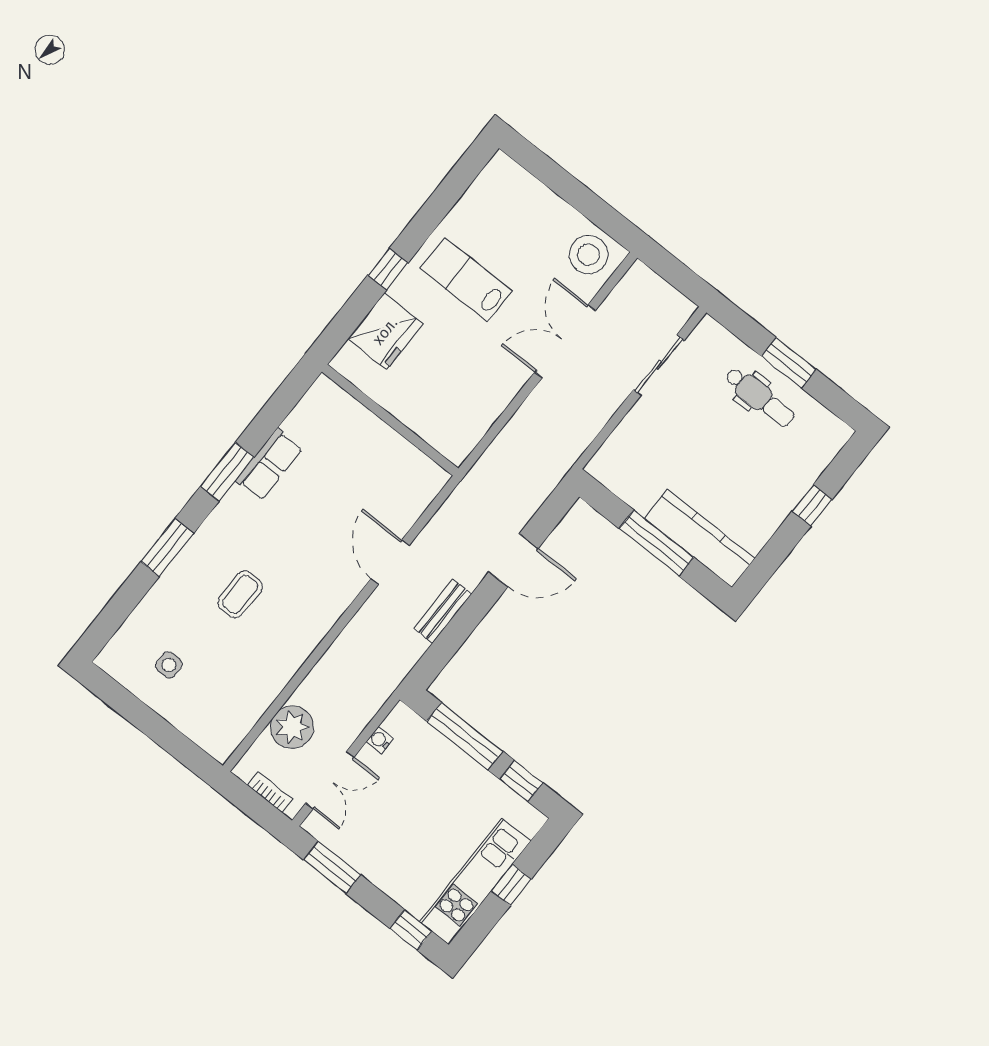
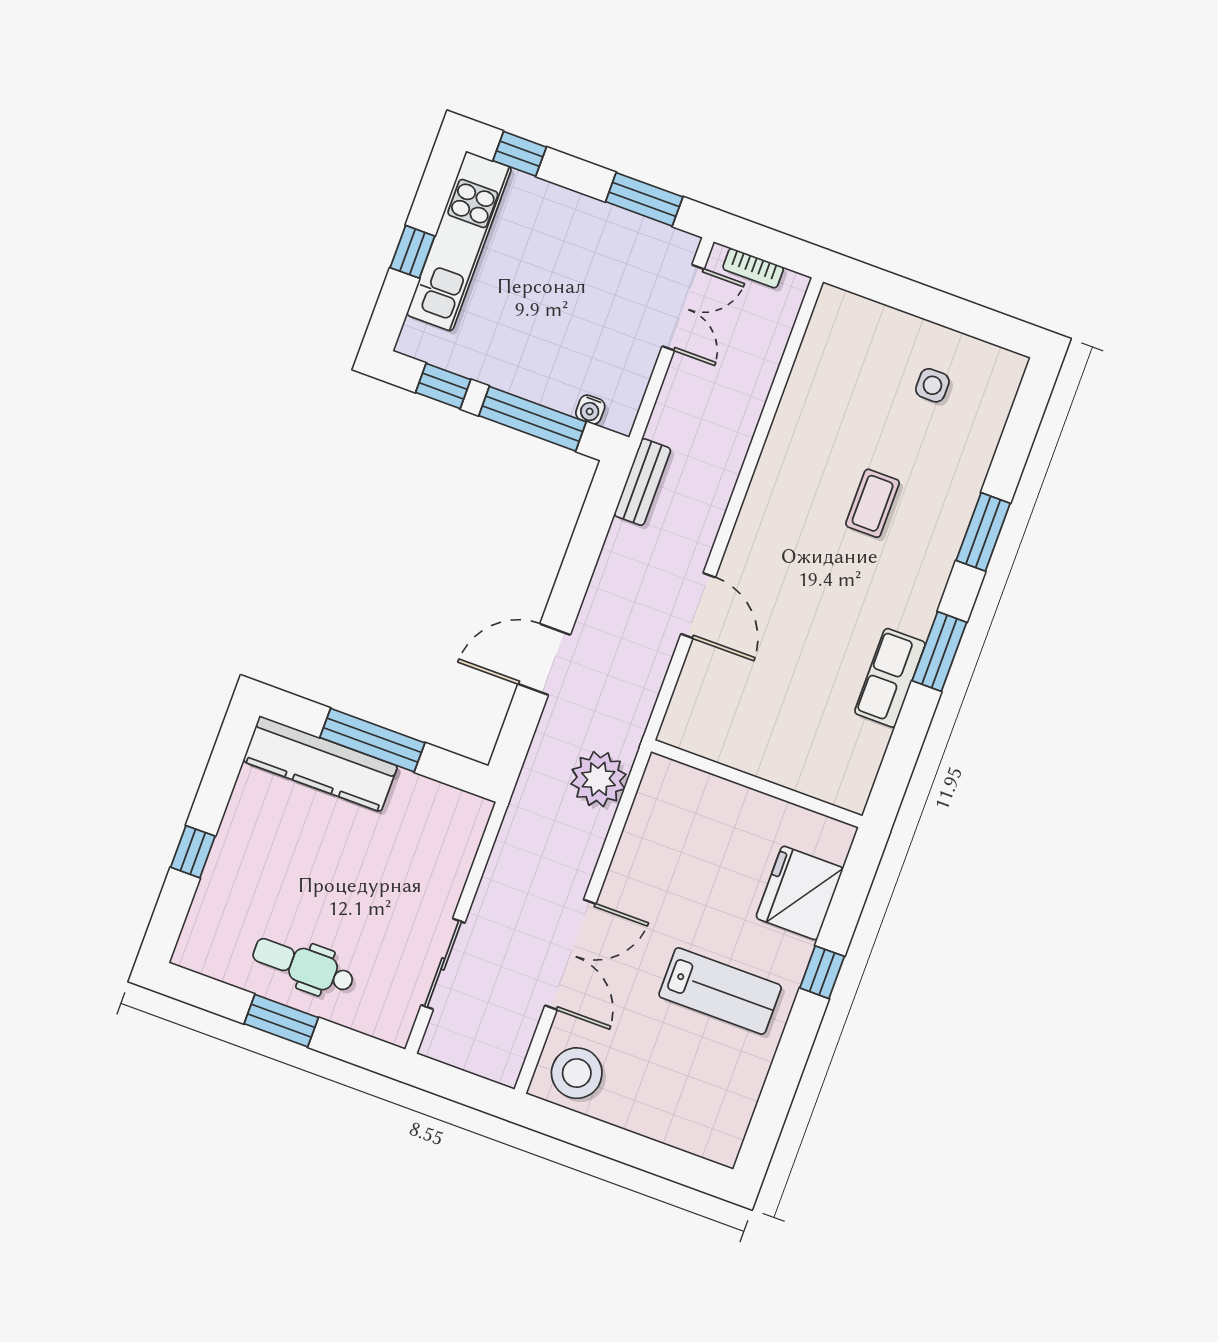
bench: (443, 611) -> (642, 482), moved
plant: (292, 727) -> (598, 779), moved
water cooler: (380, 740) -> (590, 410), moved, turned 90
double door: (330, 780) -> (683, 308), swing flipped

